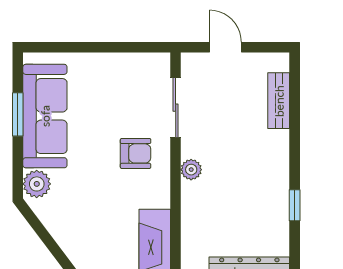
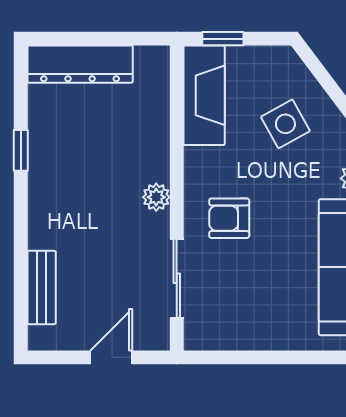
door: (225, 47) -> (111, 357), swing flipped
side table: (93, 225) -> (285, 124), added

